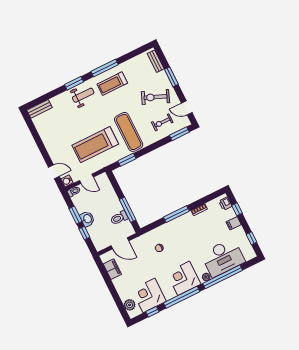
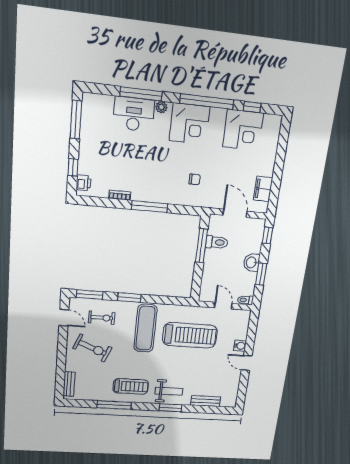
window: (105, 68) -> (114, 405), moved
window: (171, 77) -> (61, 359), removed
weight bench: (83, 95) -> (169, 391), turned 180
bench: (40, 109) -> (206, 401), moved
window: (127, 160) -> (129, 297), moved
door: (54, 172) -> (247, 363), moved
water cooler: (67, 181) -> (240, 346), moved
filing cabinet: (234, 223) -> (87, 153), removed
window: (84, 233) -> (267, 235), moved
window: (251, 238) -> (76, 120), width x2.17
desk: (223, 258) -> (134, 114), width x0.73, depth x0.77
window: (223, 277) -> (141, 94), width x0.68
plant: (130, 305) -> (272, 133), removed

